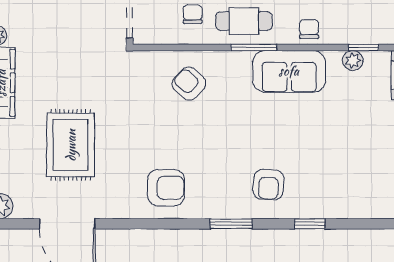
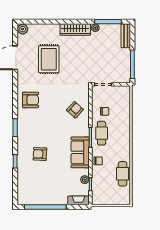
rug: (71, 145) -> (49, 59), turned 90
armchair: (269, 185) -> (40, 154), moved
armchair: (166, 188) -> (30, 100), turned -90

